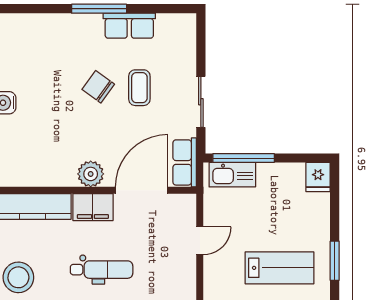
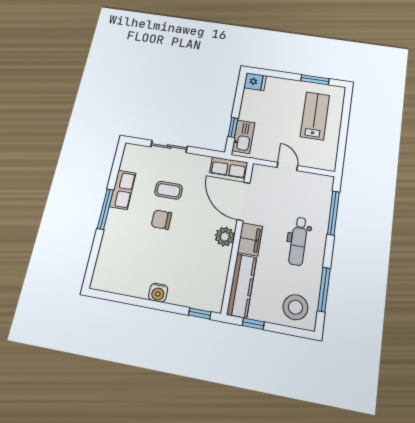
chair: (98, 87) -> (162, 220), turned 54
sliding door: (201, 102) -> (169, 147), moved
window: (244, 158) -> (233, 127), width x0.46
dental chair: (102, 270) -> (298, 241), turned 180

